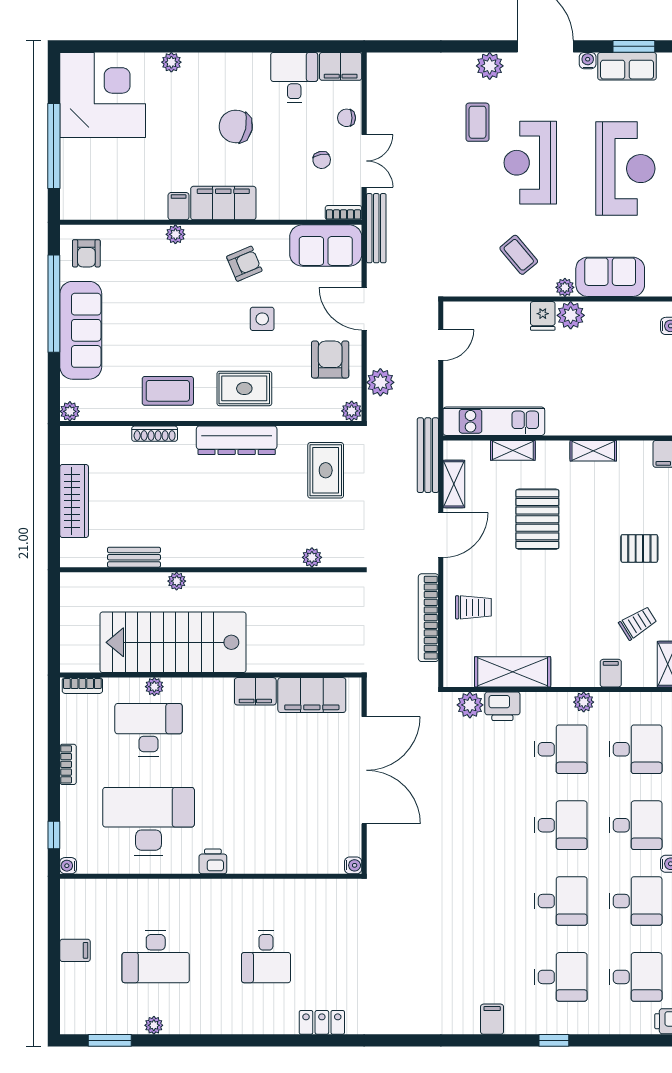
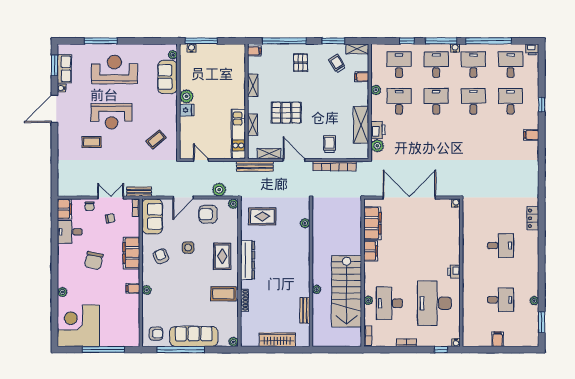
plant: (490, 66) -> (64, 136), removed
filing cabinet: (223, 203) -> (131, 253), moved
bench: (376, 228) -> (139, 192), width x0.73
coffee table: (519, 255) -> (156, 139), moved
plant: (565, 287) -> (173, 55), moved
coffee table: (168, 391) -> (223, 294), turned 90
desk: (156, 957) -> (501, 300), width x0.73

